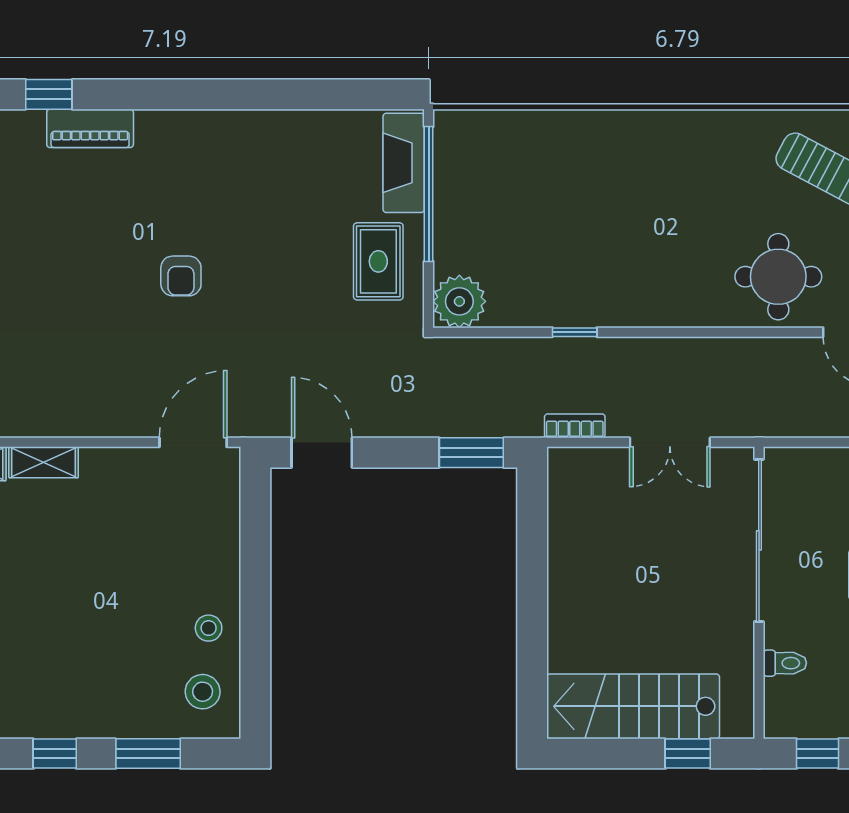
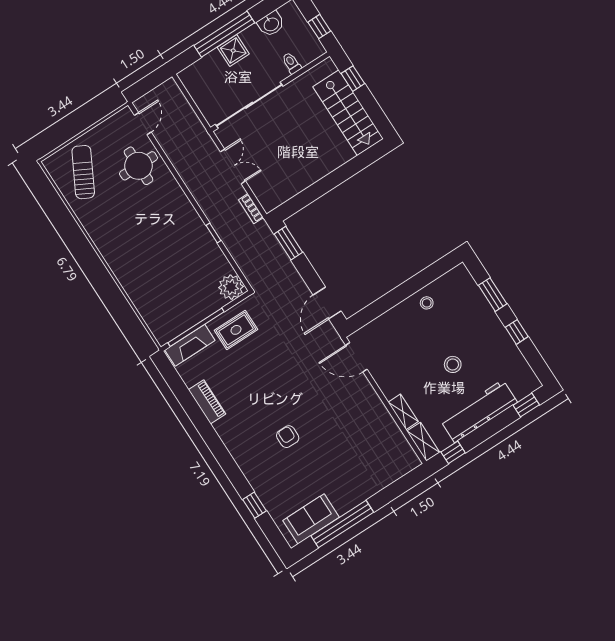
piano: (90, 128) -> (207, 402), moved
armchair: (181, 276) -> (288, 437), moved, turned -90
stool: (203, 692) -> (453, 364), moved

